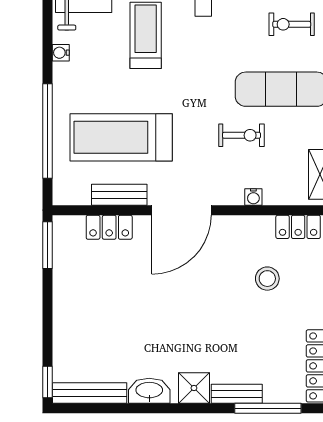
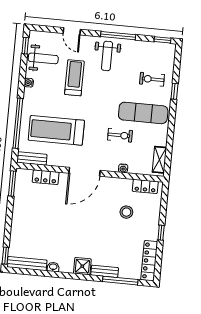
bench: (119, 195) -> (32, 159), moved
washbasin: (149, 391) -> (53, 267), width x0.52, depth x0.69

